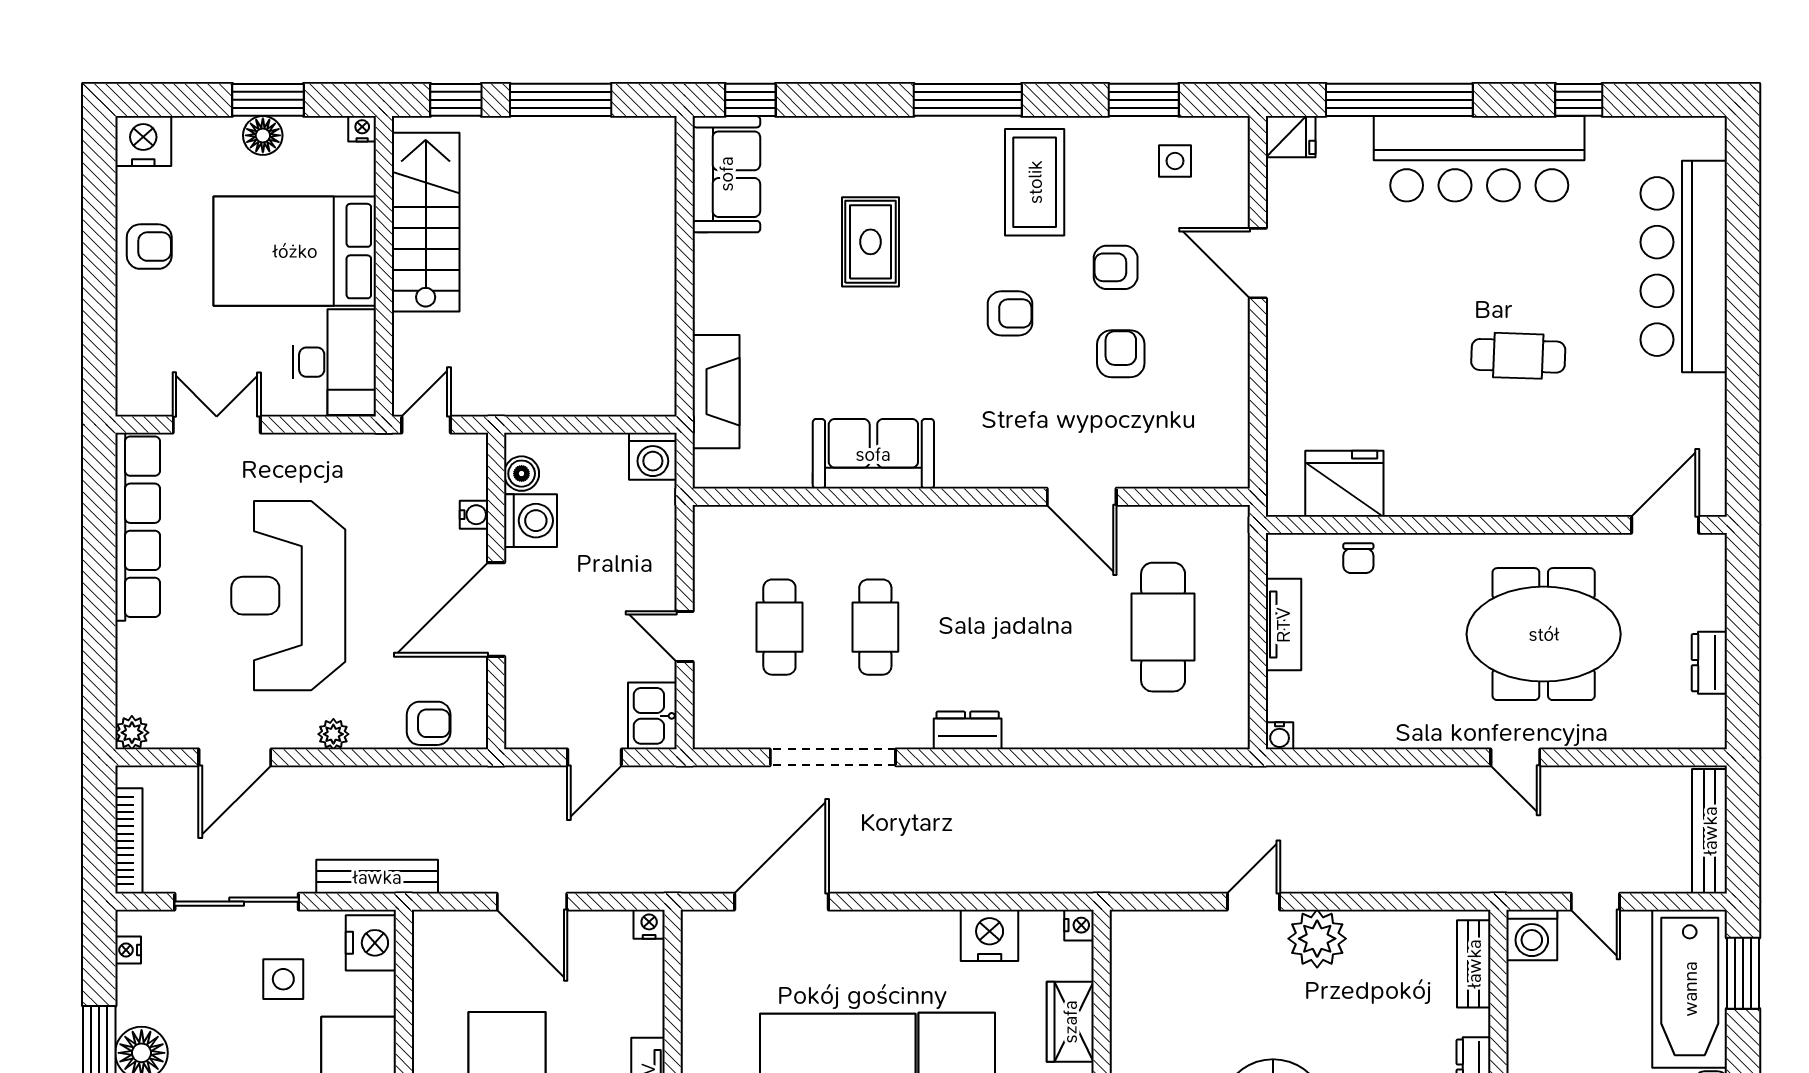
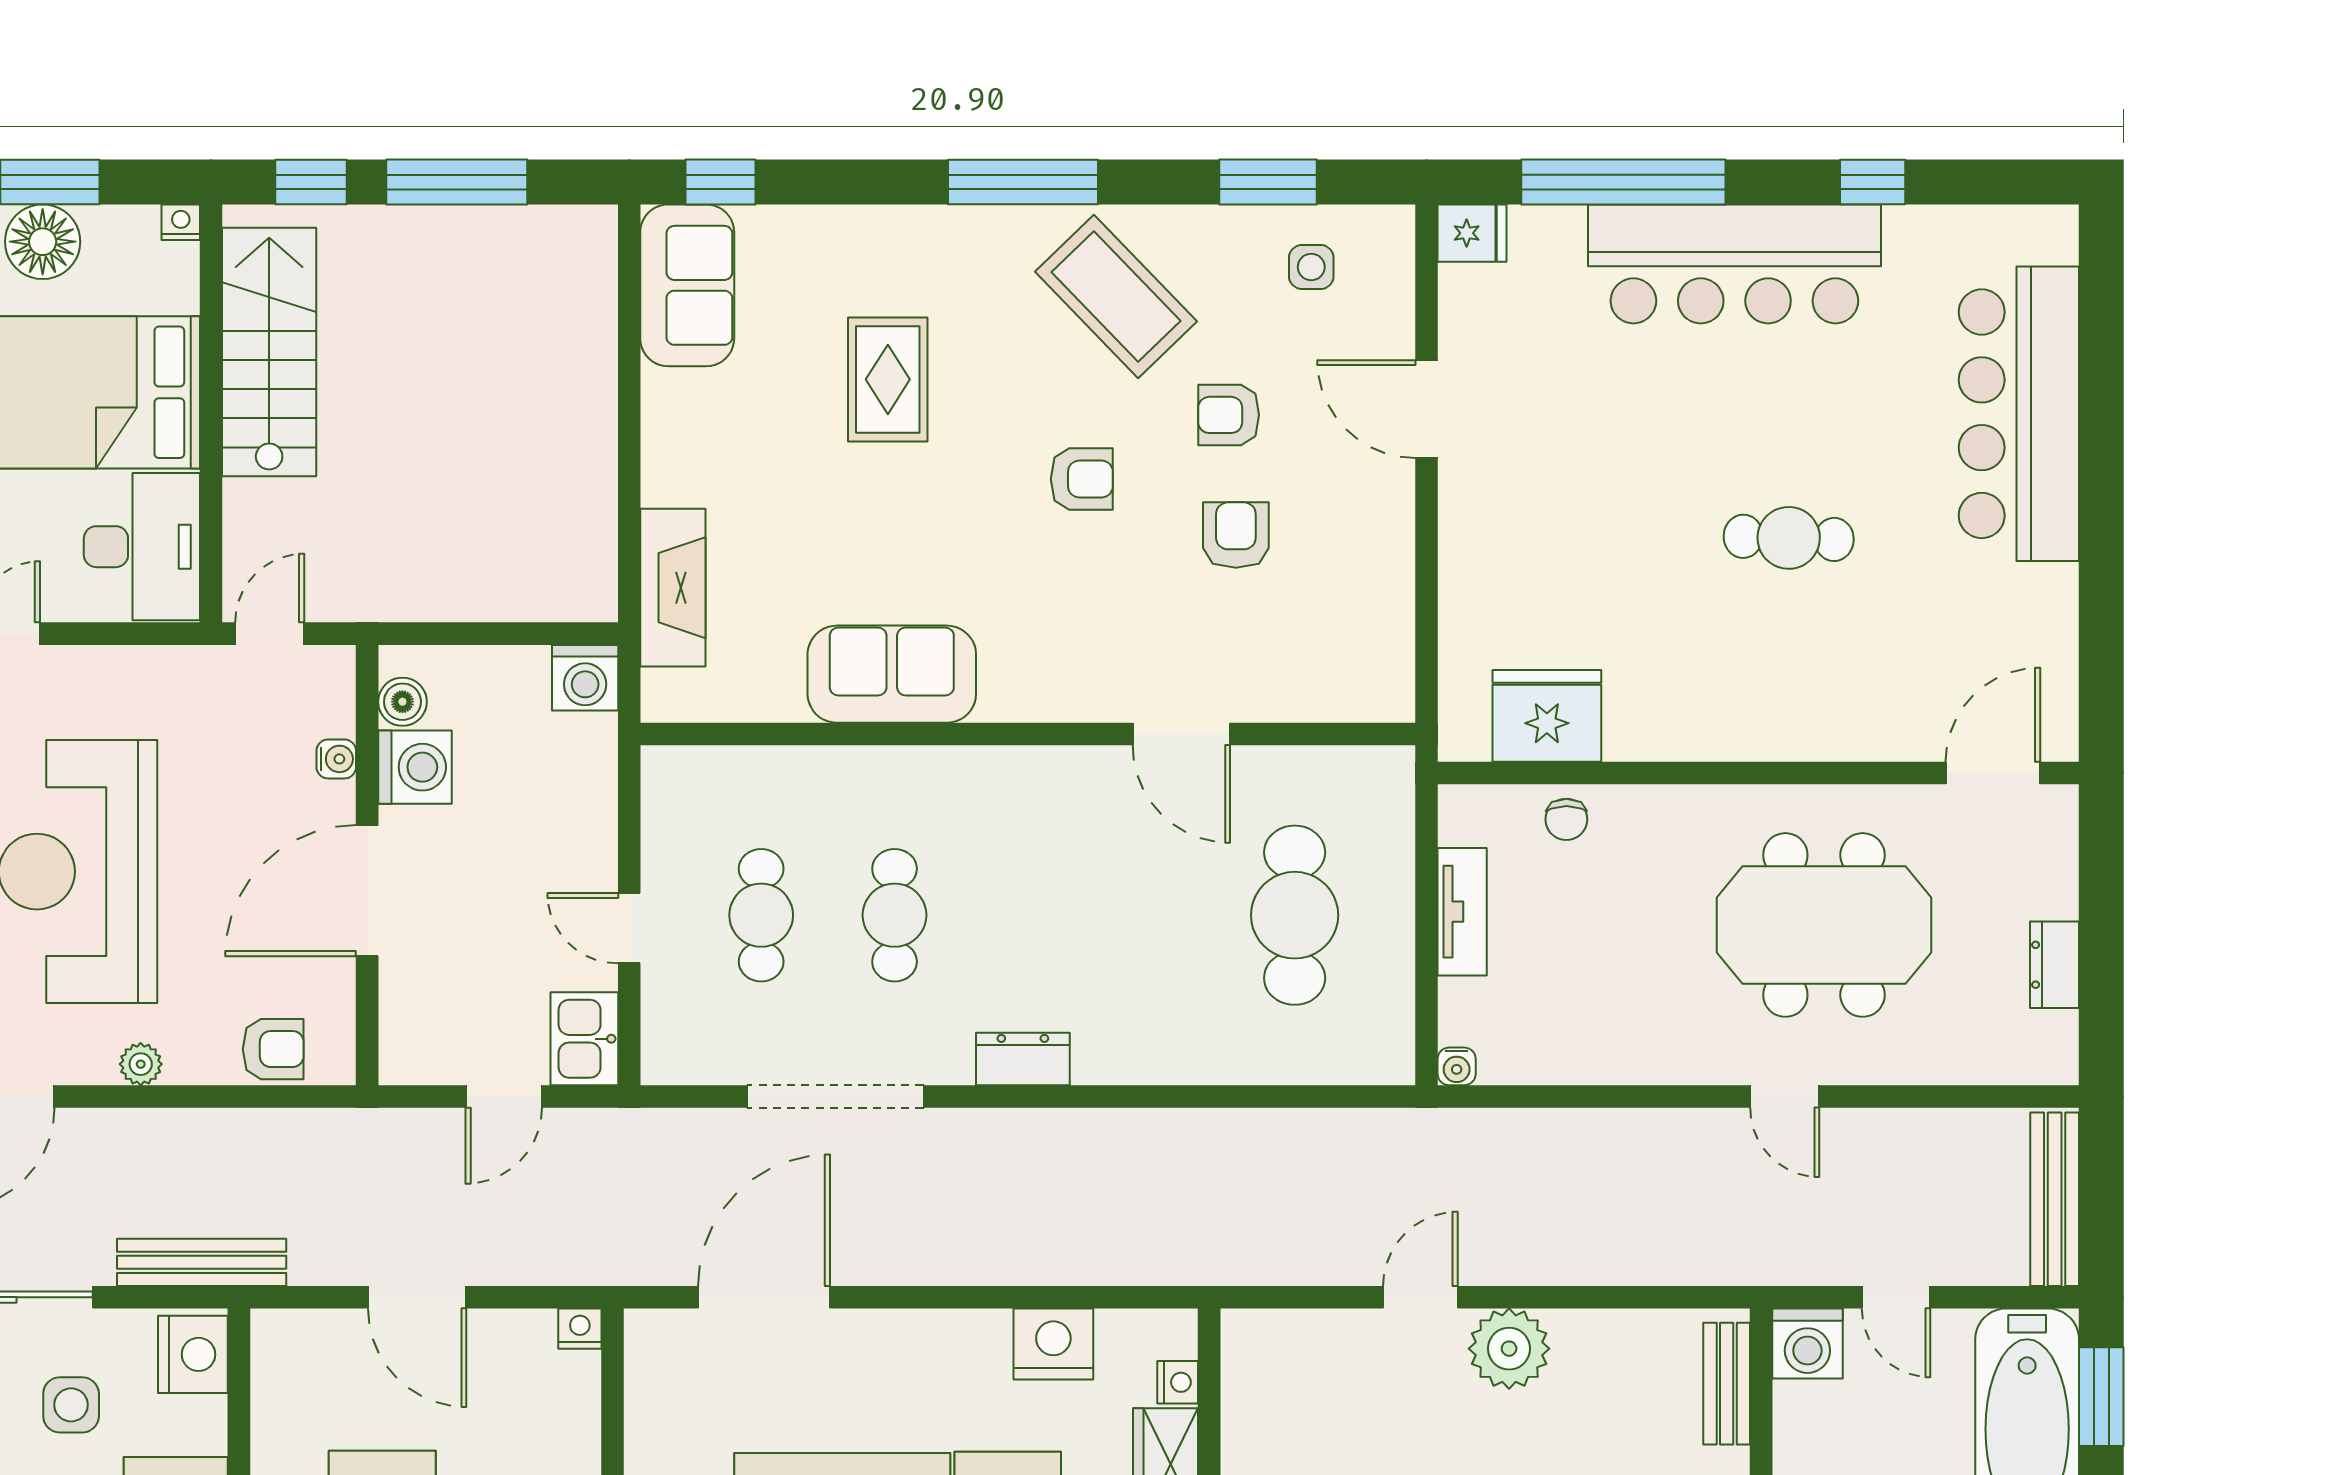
floor lamp: (263, 135) -> (43, 242), width x1.38, depth x1.38
coffee table: (1035, 182) -> (1116, 296), turned -44
nightstand: (1079, 925) -> (1178, 1382), moved

